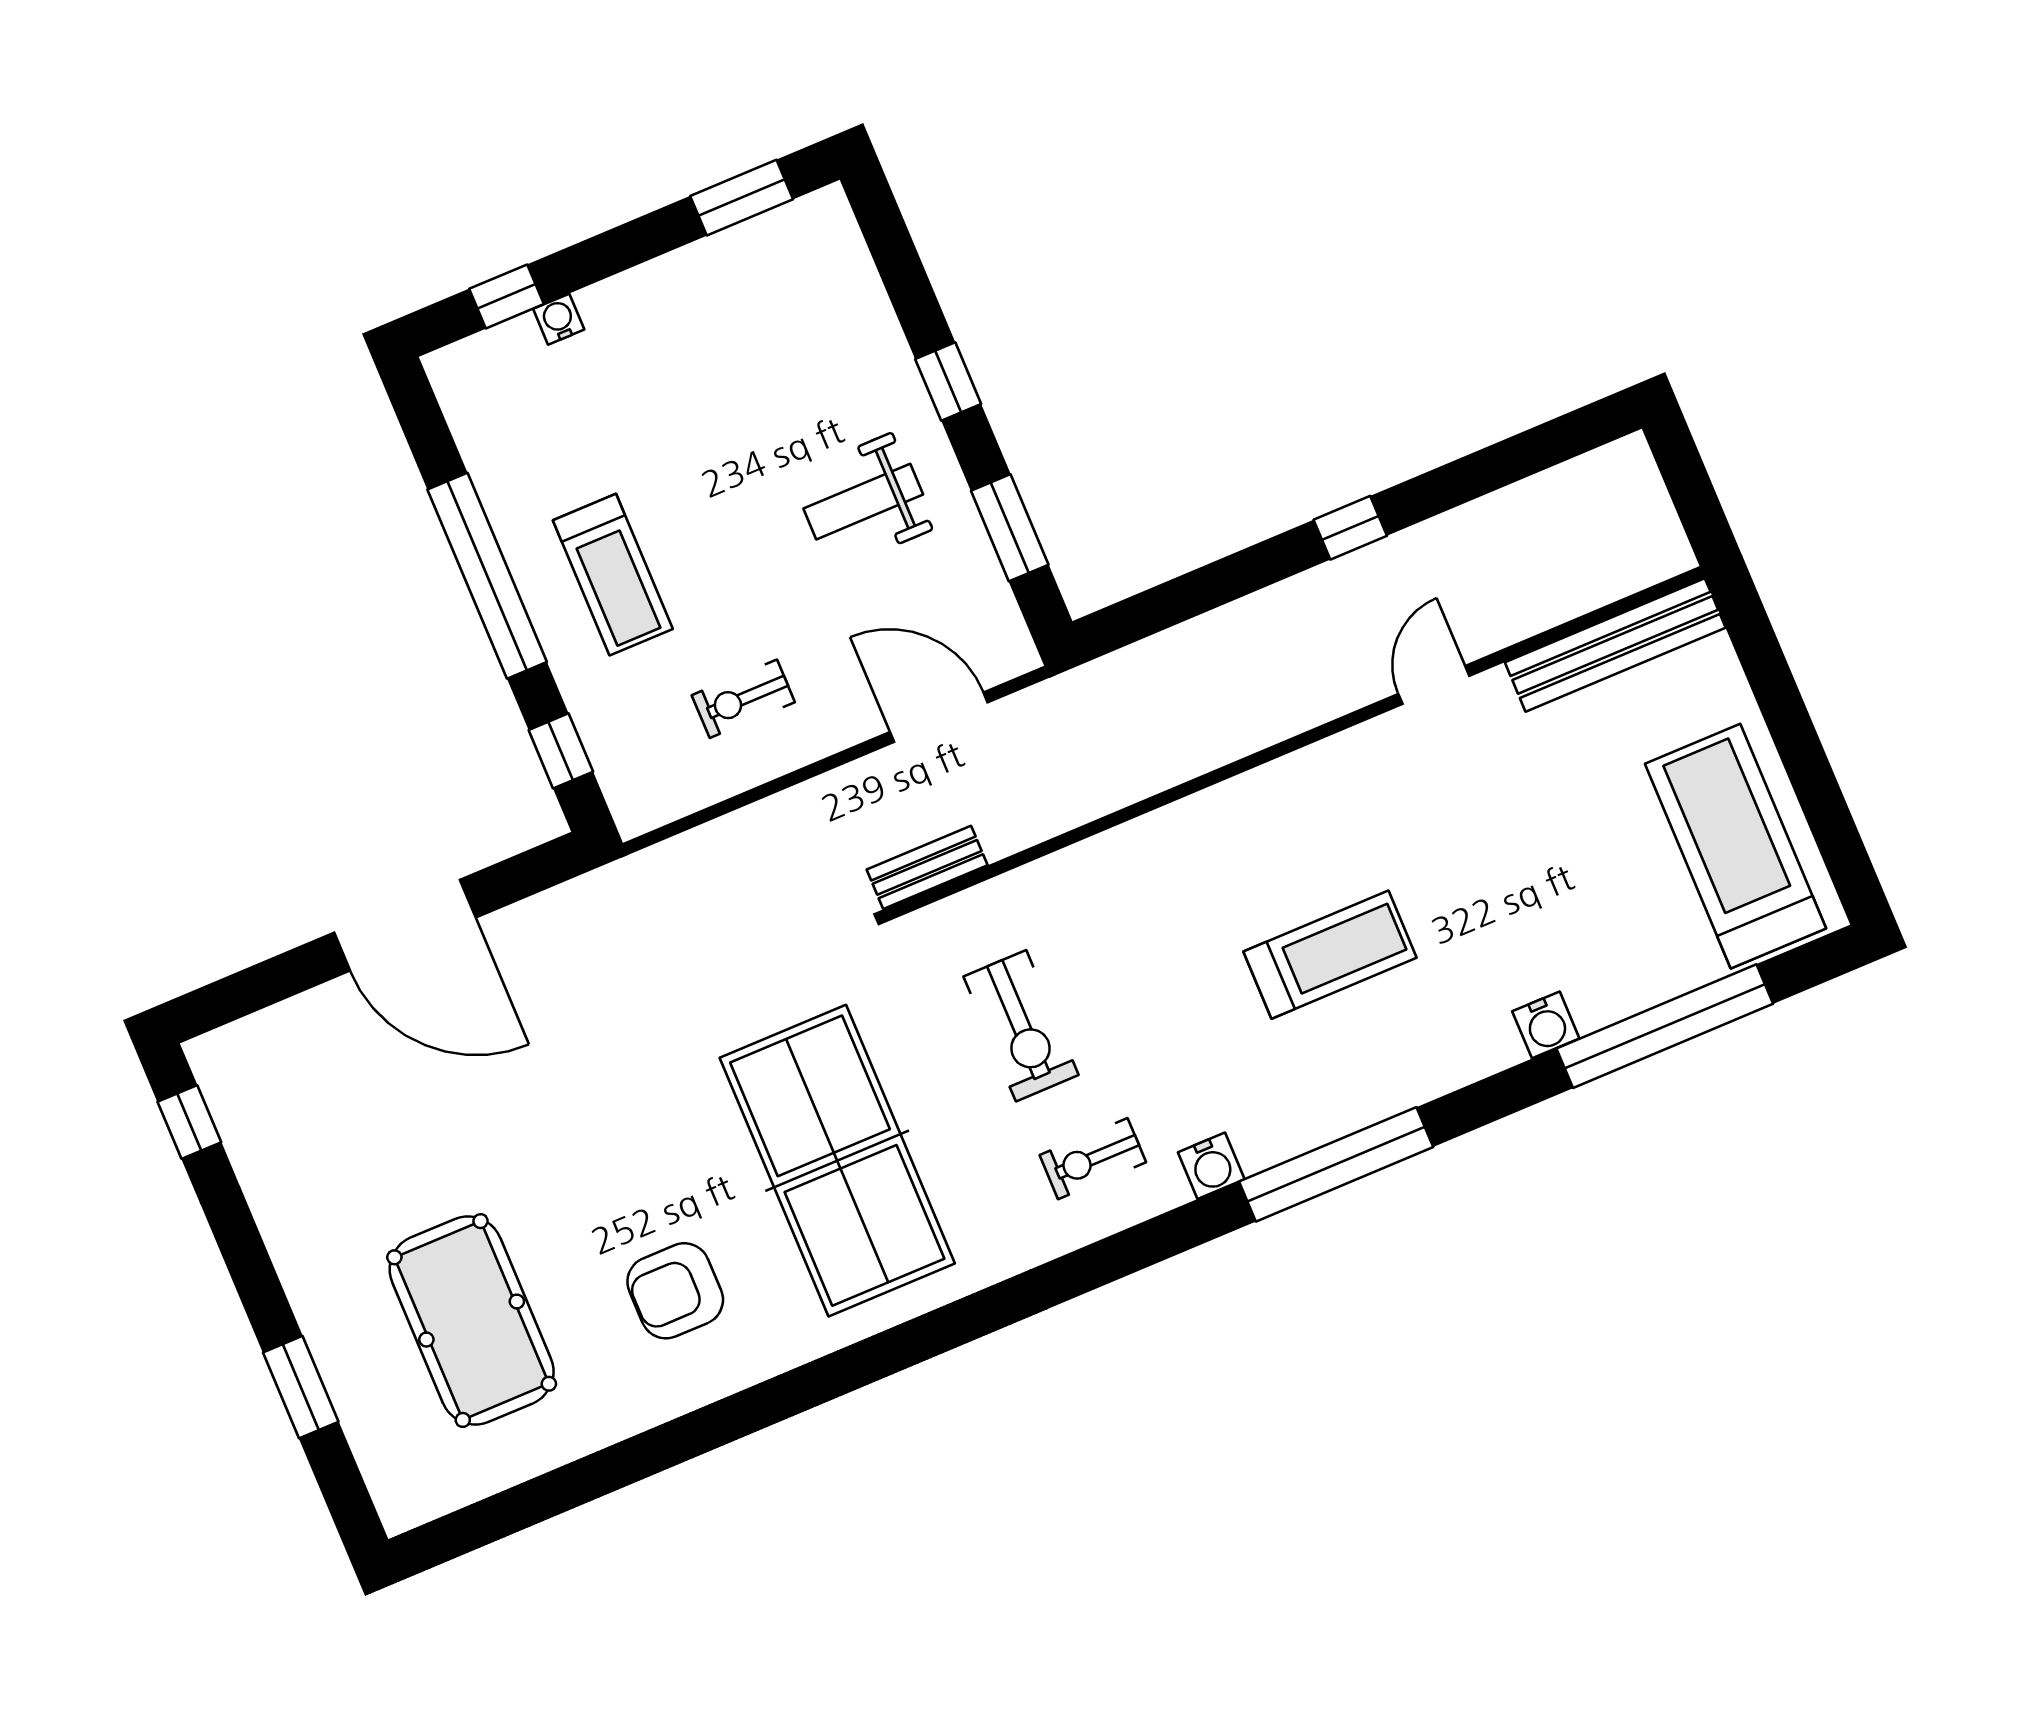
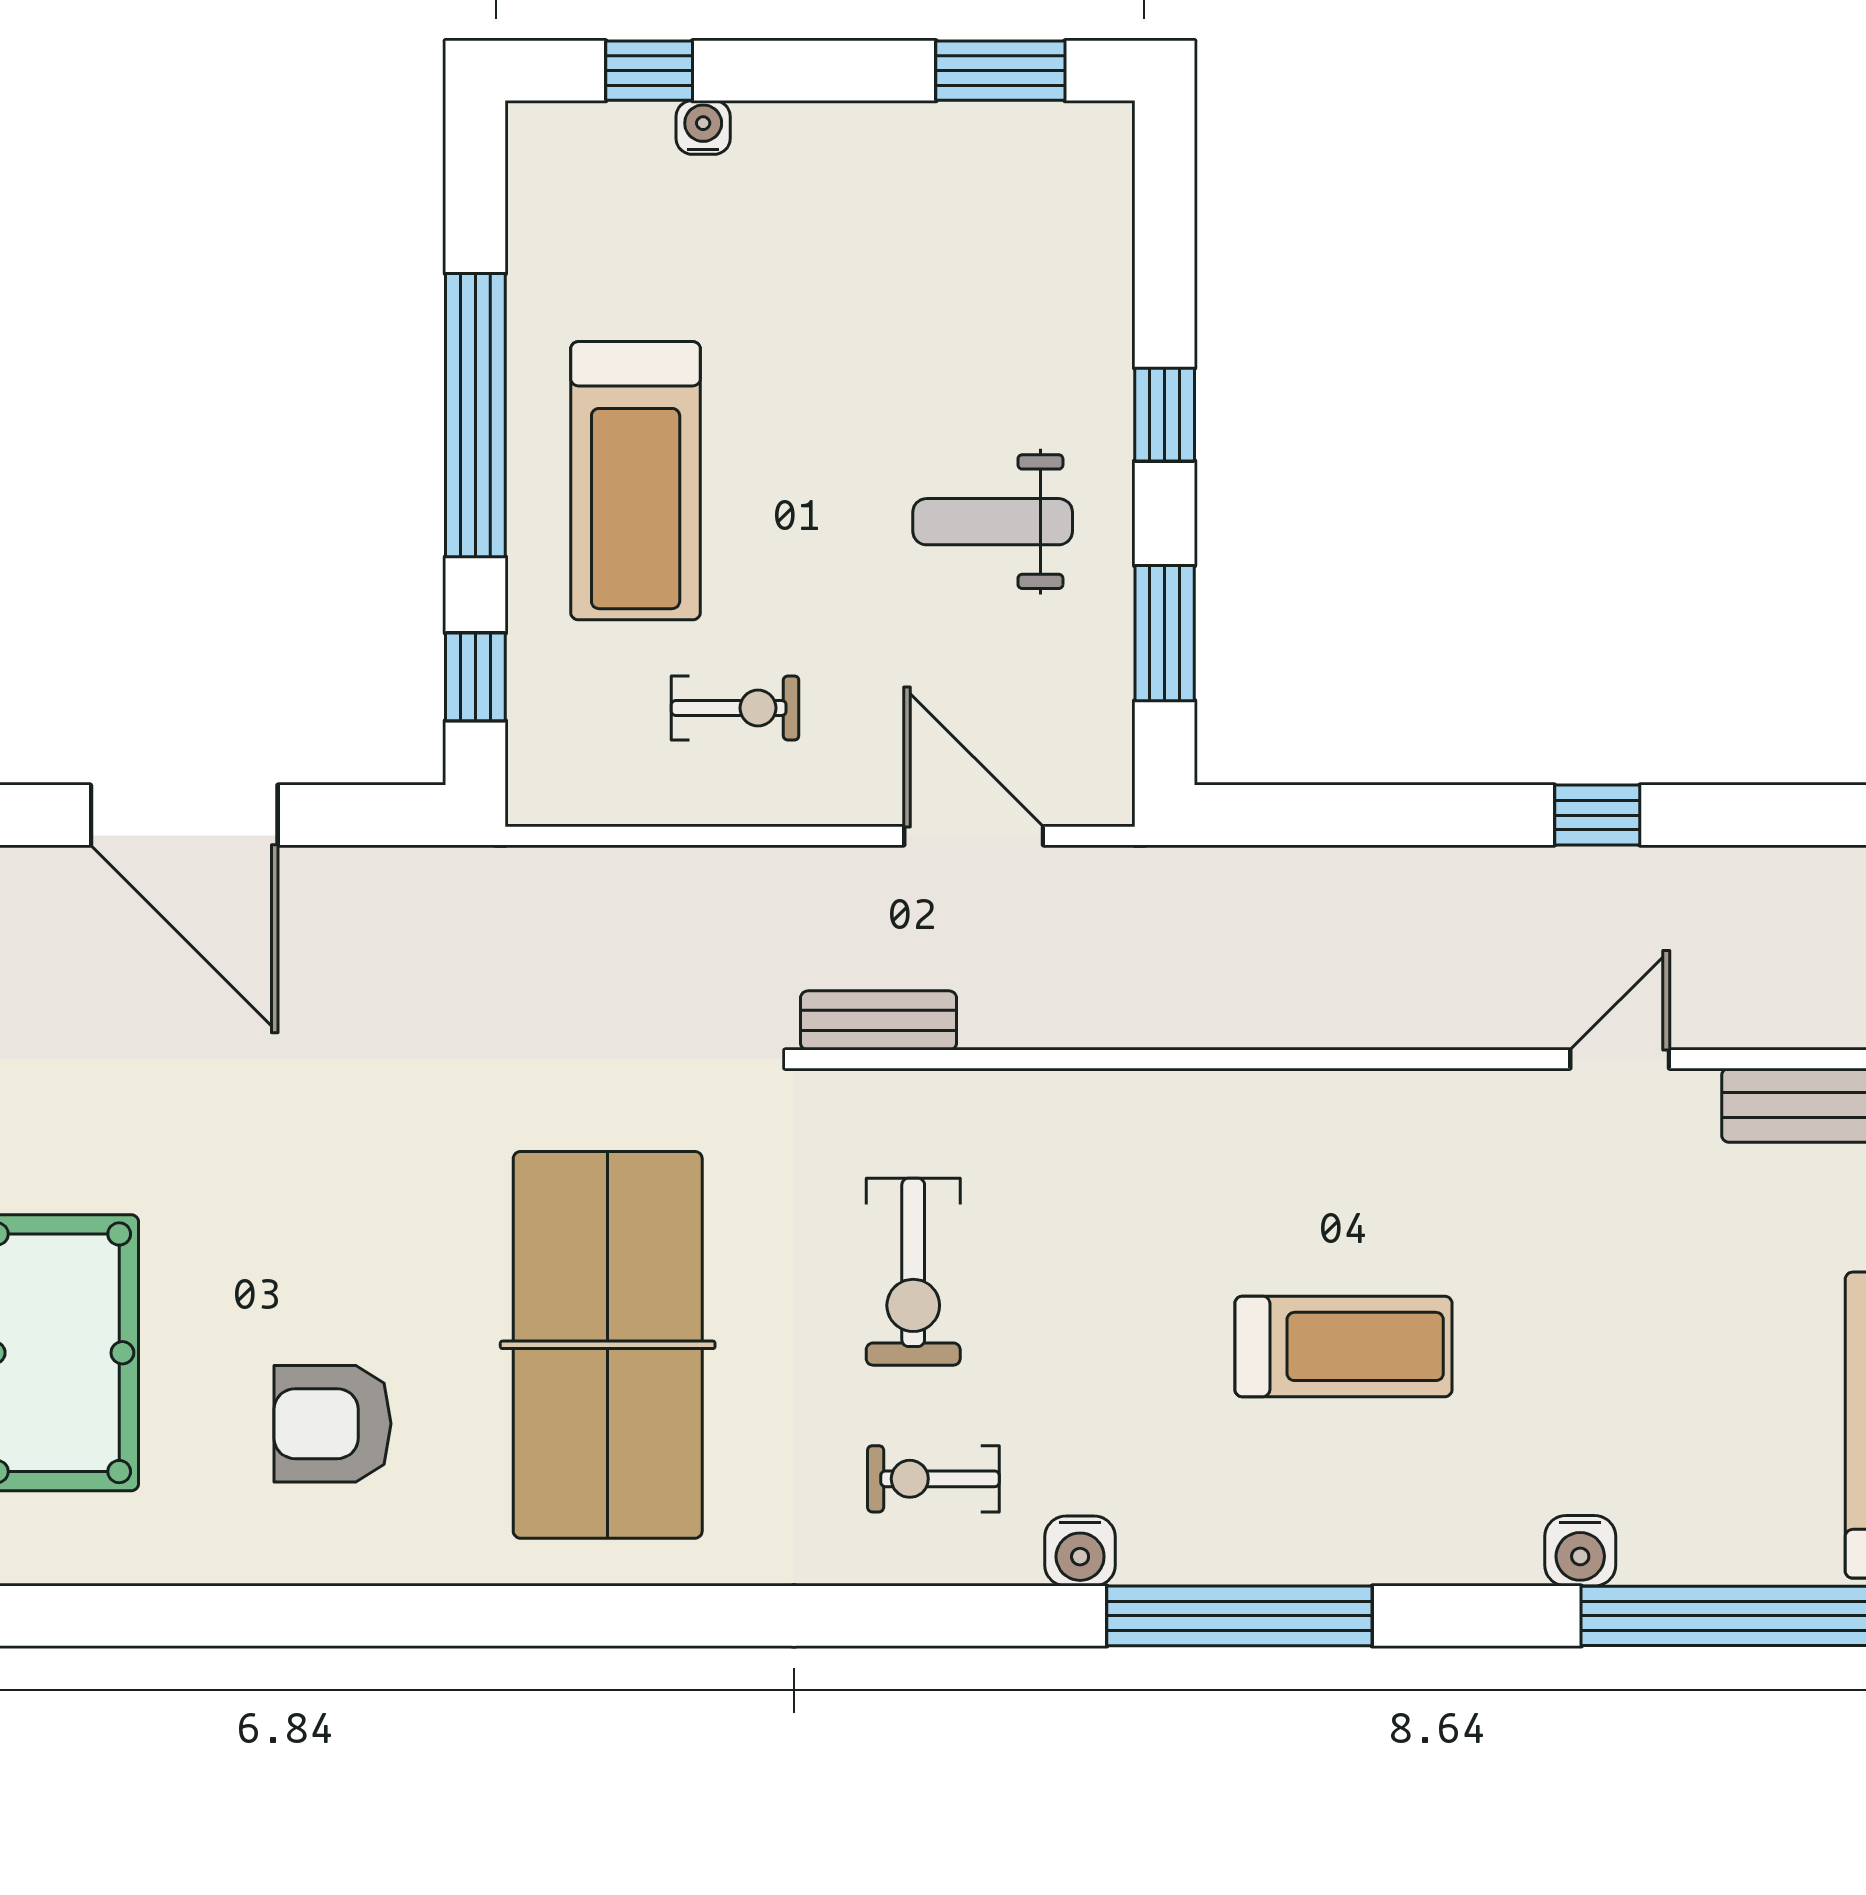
treadmill: (613, 575) -> (636, 481), width x1.37, depth x1.38
exercise bike: (743, 699) -> (735, 708), turned 180

